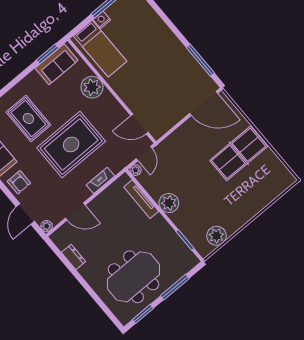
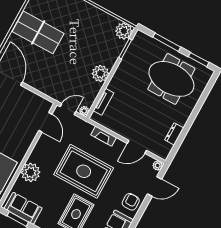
tv unit: (141, 199) -> (103, 102), width x0.71
door: (75, 212) -> (137, 147), swing flipped
plant: (217, 236) -> (124, 31), moved

